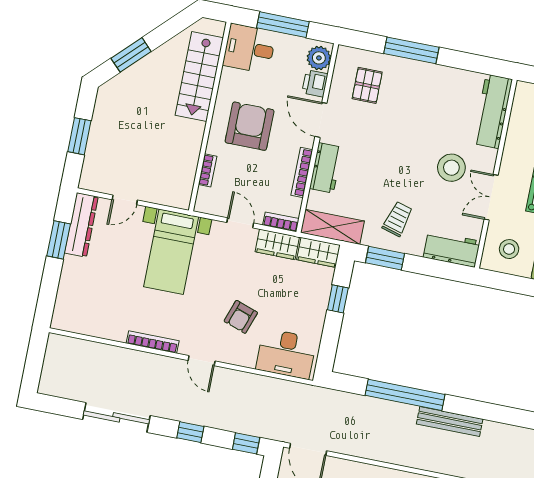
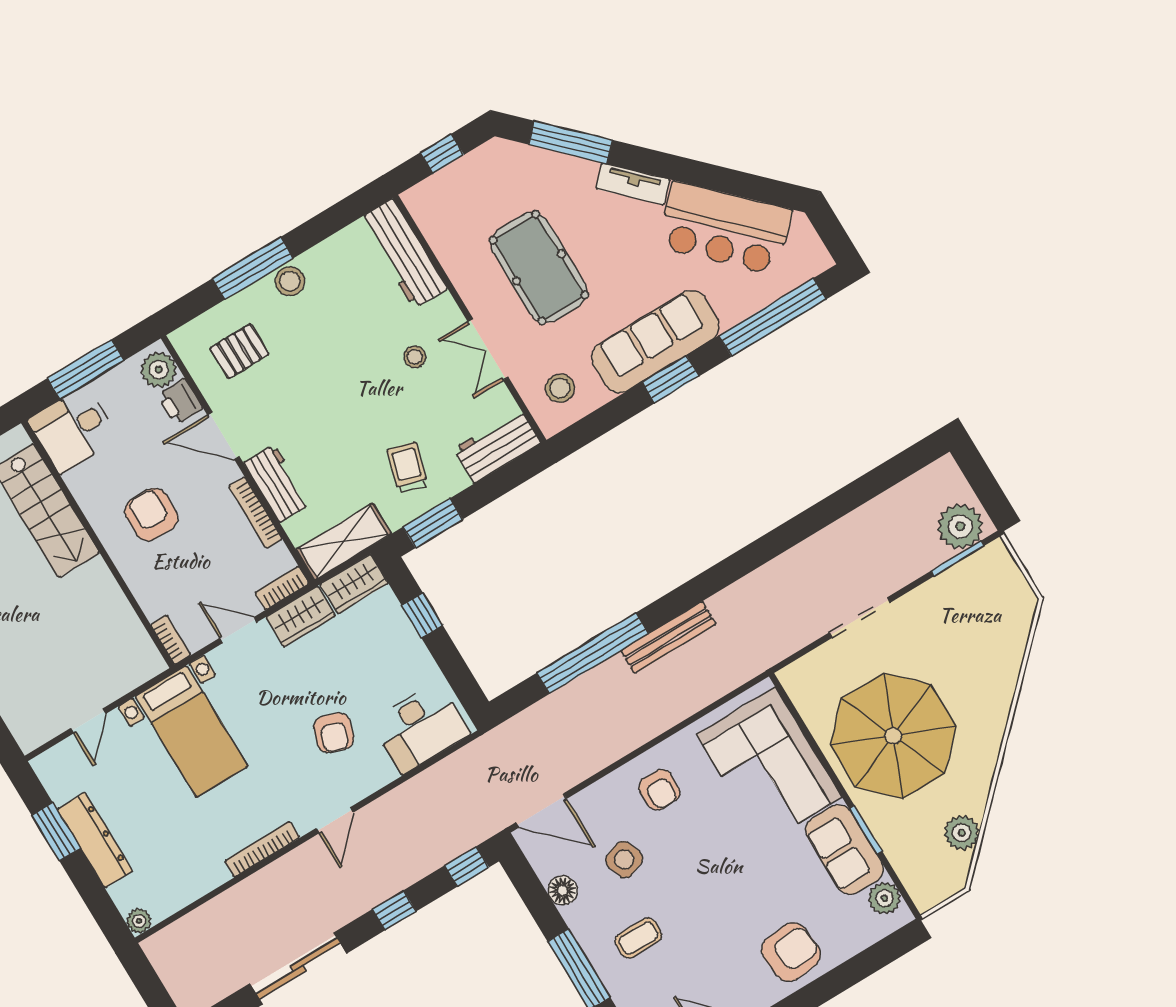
stool: (424, 74) -> (290, 281), added
pallet: (367, 85) -> (239, 351), turned 90
armchair: (250, 126) -> (151, 514), width x0.73, depth x0.73
stool: (451, 168) -> (415, 357), width x0.53, depth x0.53
bookcase: (208, 170) -> (171, 640), moved
dresser: (81, 225) -> (95, 840), moved
plant: (59, 322) -> (139, 921), added
door: (202, 361) -> (335, 820), hinge flipped

